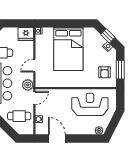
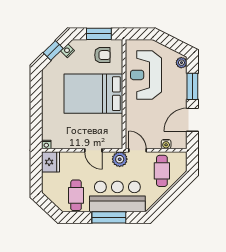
bed: (68, 49) -> (93, 94), moved, turned 180
window: (82, 139) -> (192, 86), added

